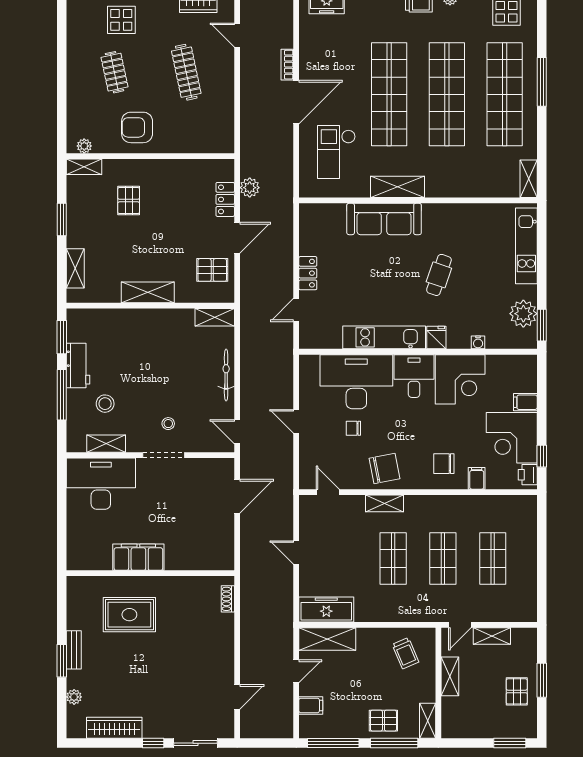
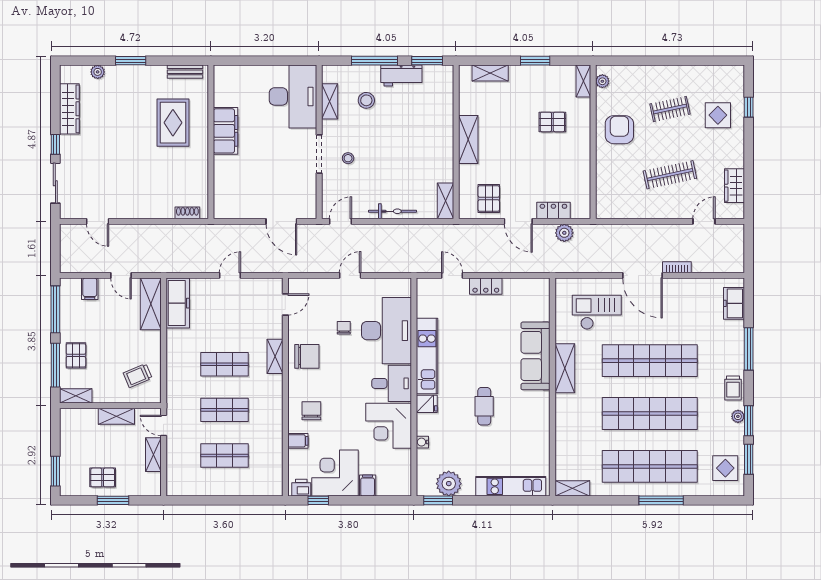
cafe table: (439, 275) -> (484, 406), turned 71
chair: (384, 468) -> (307, 356), turned -79
bench: (74, 650) -> (185, 72), moved

